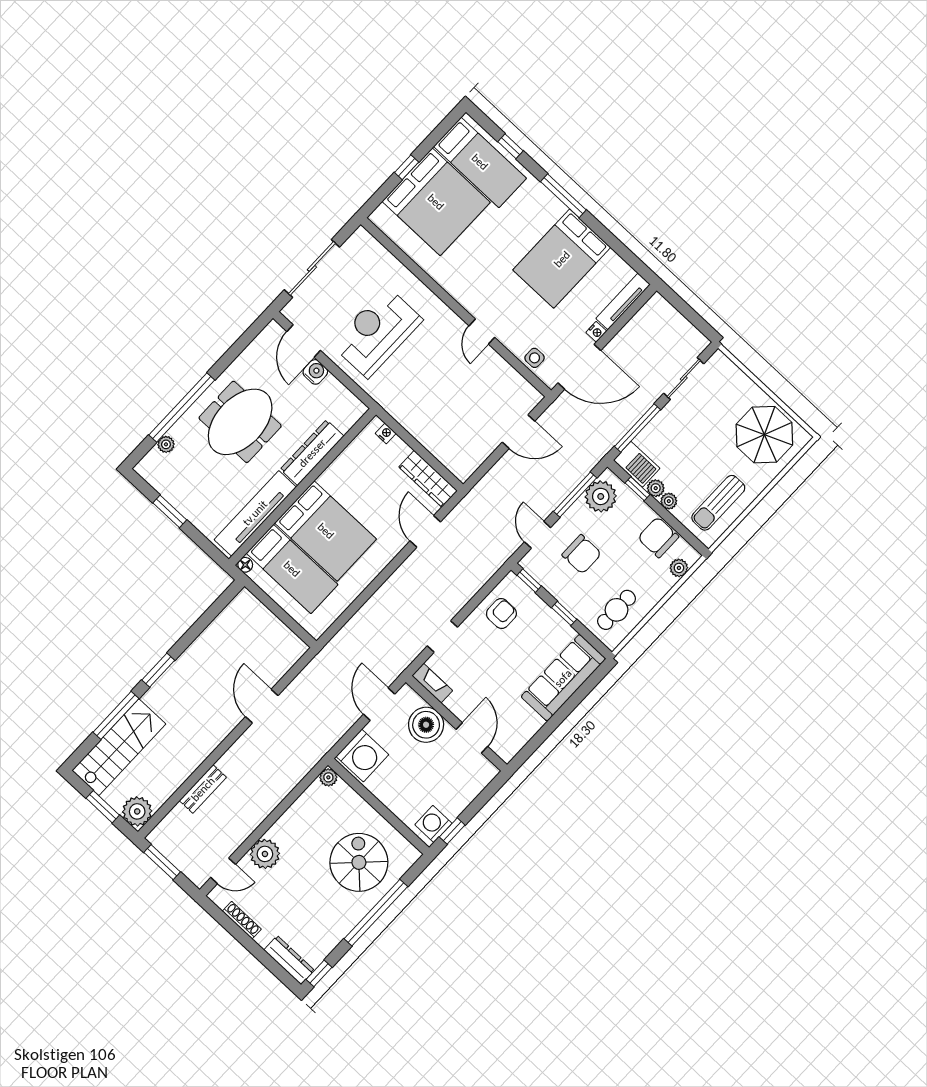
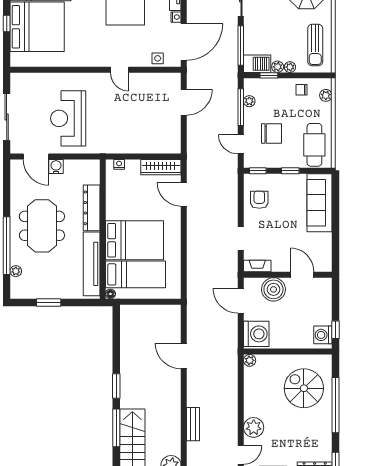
plant: (601, 496) -> (249, 101), width x0.53, depth x0.53
chair: (658, 537) -> (301, 90), width x0.54, depth x0.54
cafe table: (617, 610) -> (314, 145), width x1.37, depth x1.35

